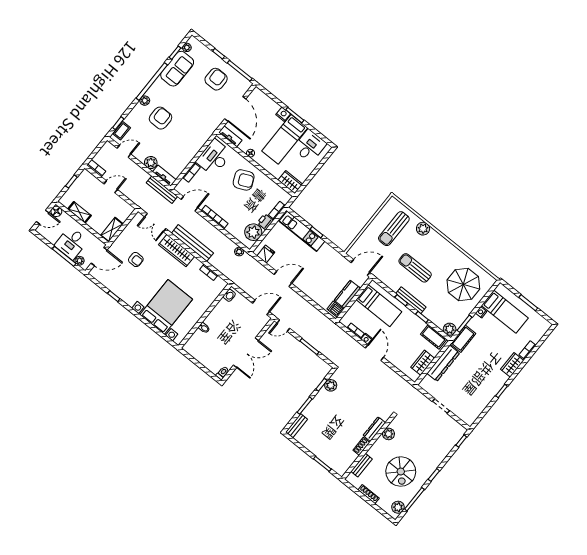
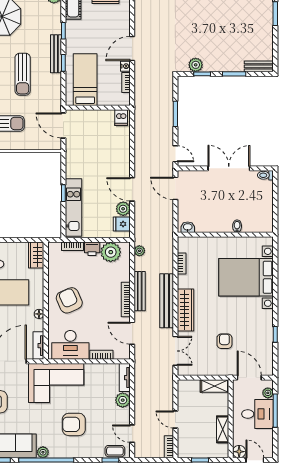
plant: (145, 101) -> (43, 452), moved
corner sofa: (197, 128) -> (56, 383), added
bench: (162, 190) -> (140, 291), moved
plant: (275, 263) -> (123, 209), added
kitchen counter: (347, 294) -> (98, 118), removed

